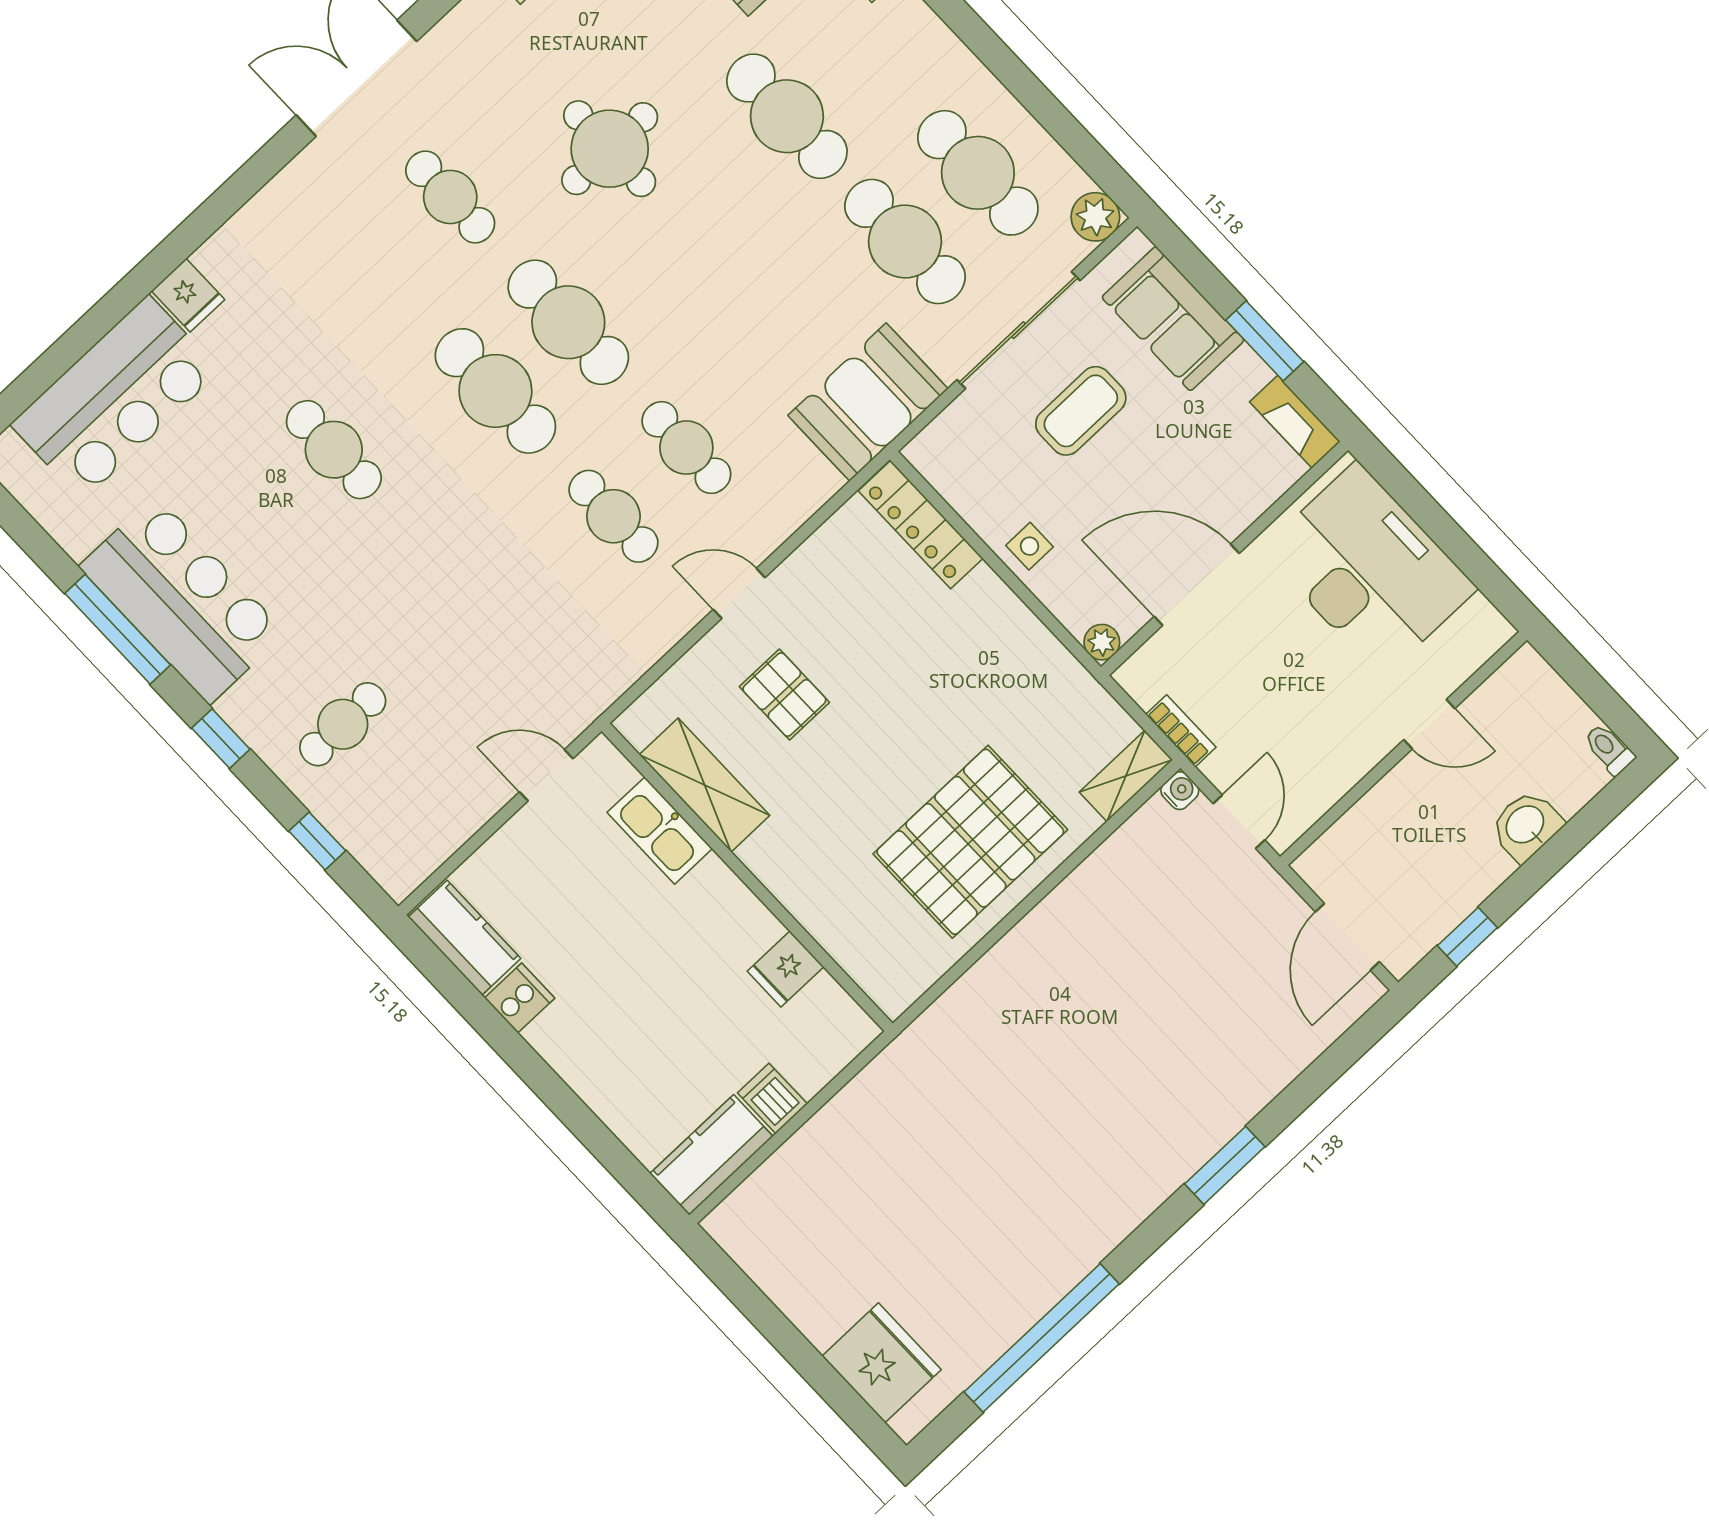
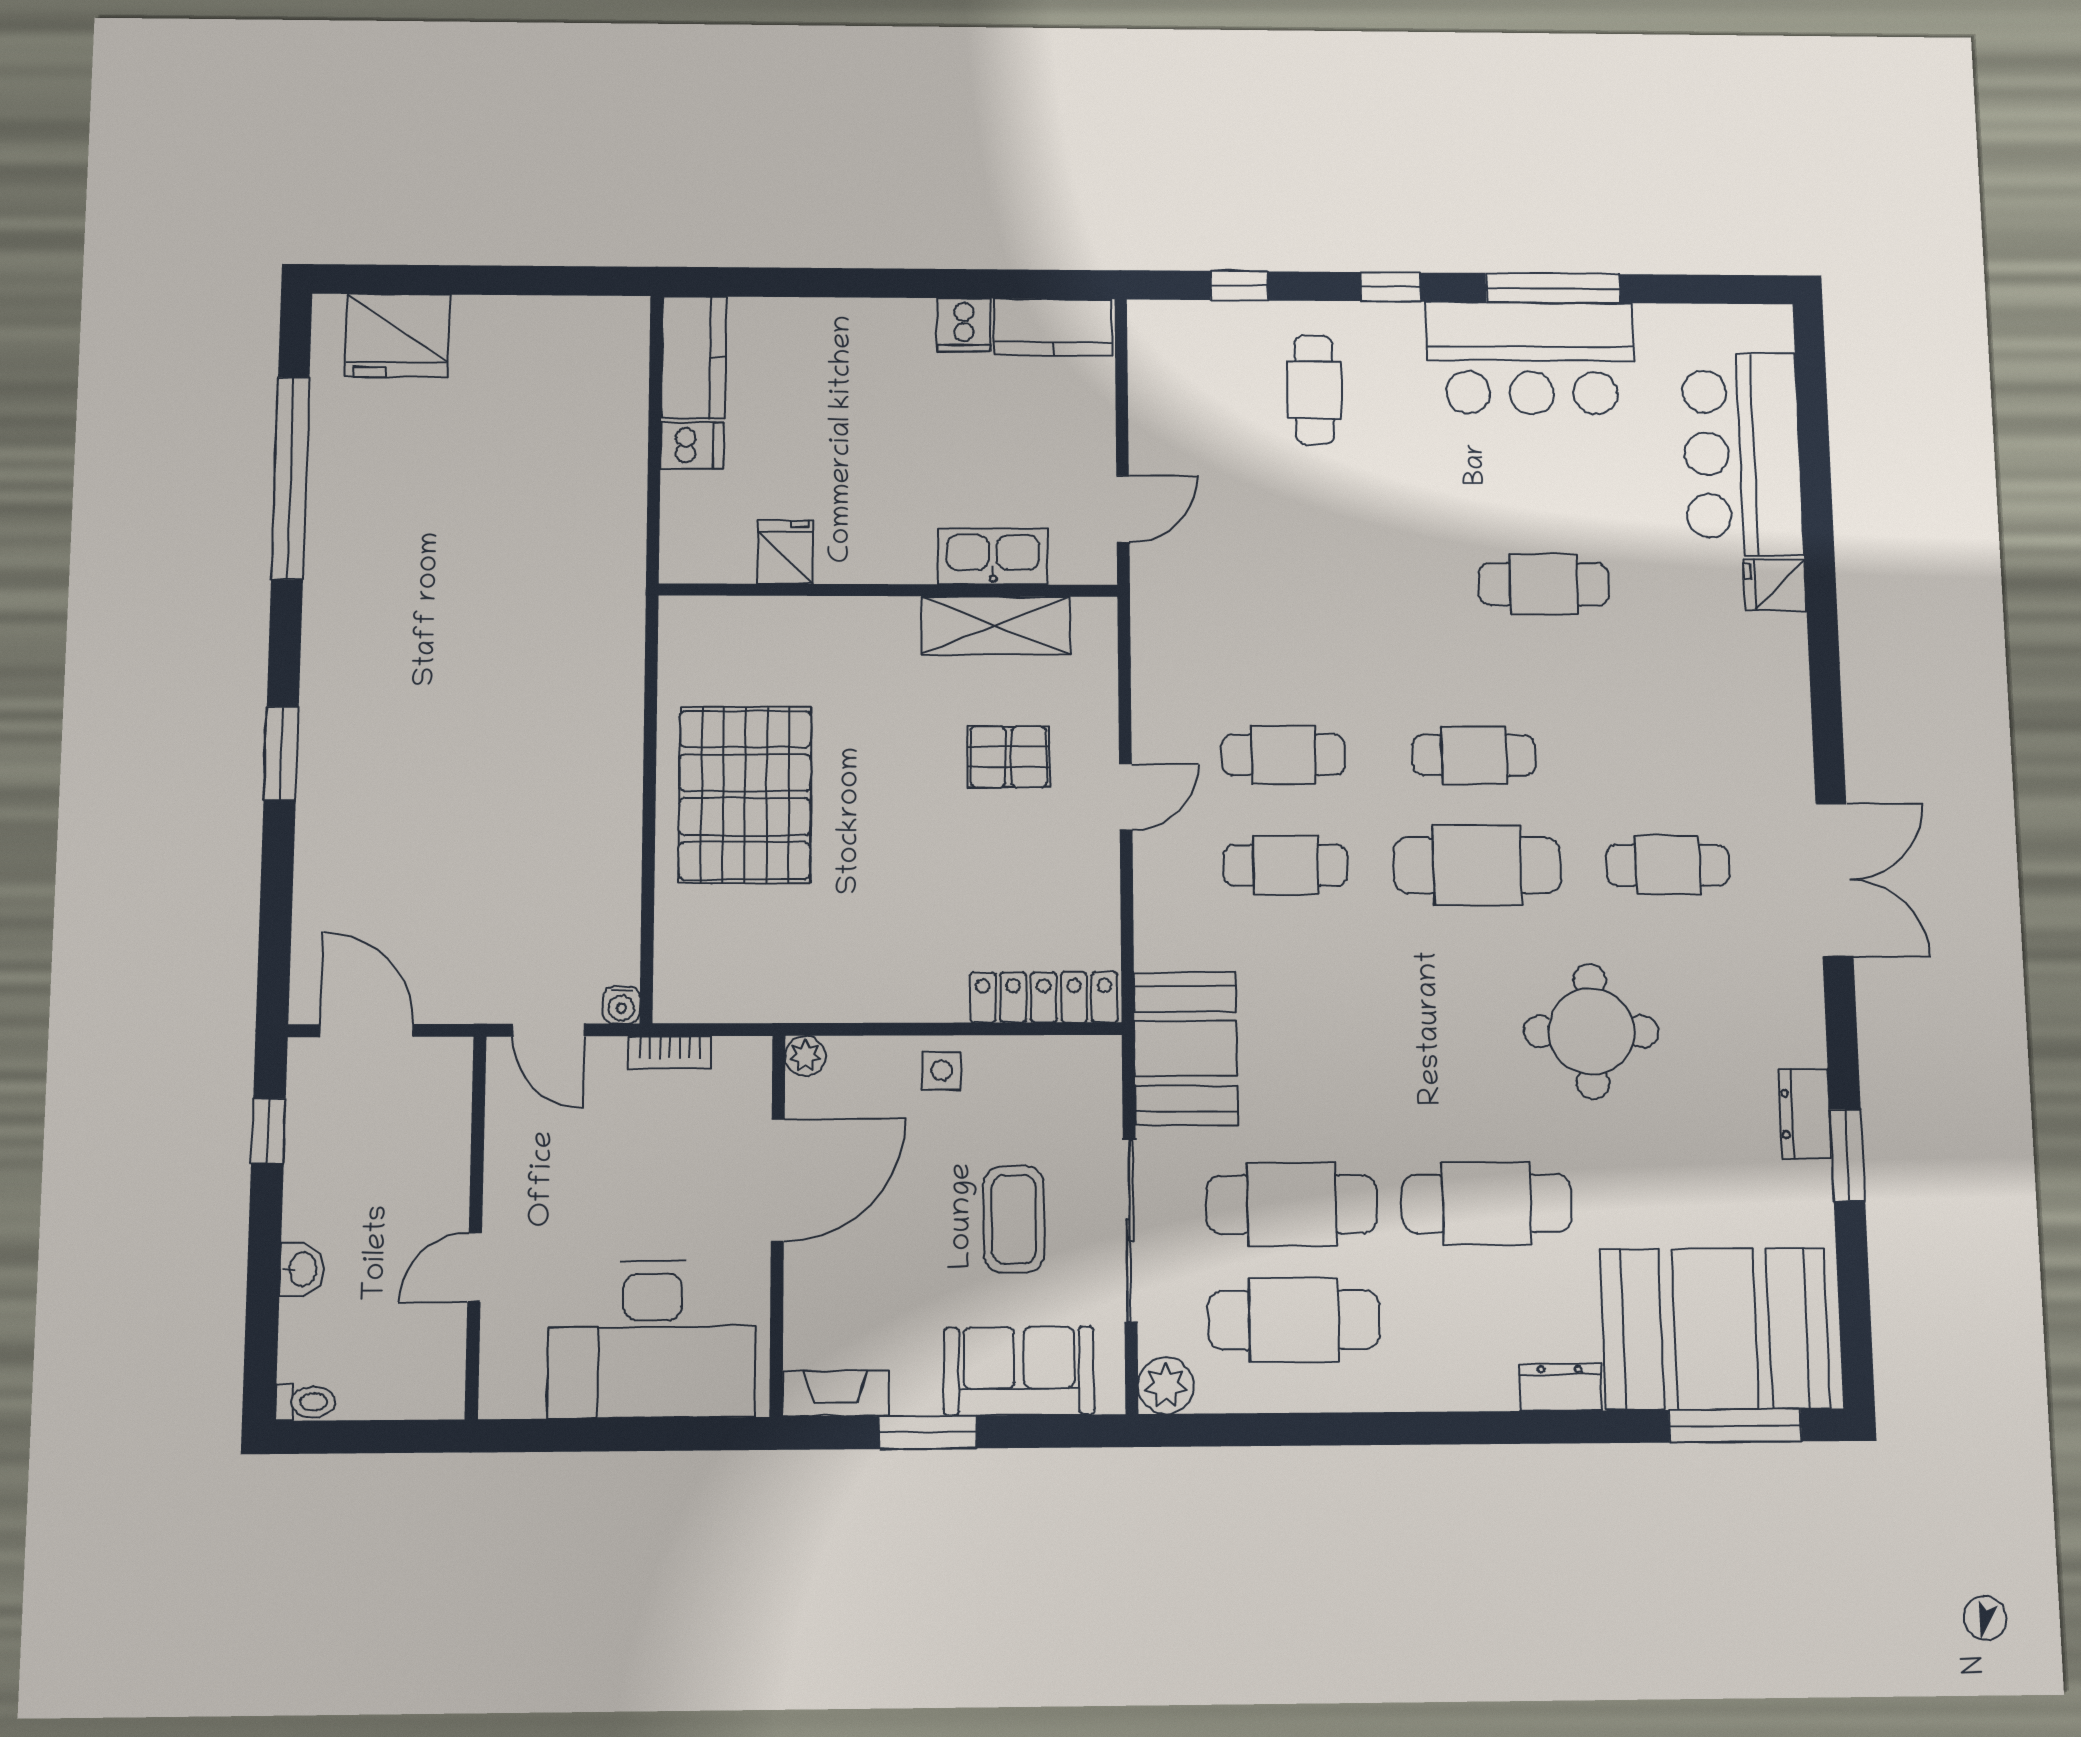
cafe table: (495, 391) -> (1474, 755), width x0.73, depth x0.74
shelving: (1126, 776) -> (676, 972), removed
washbasin: (1526, 826) -> (302, 1269), width x0.72, depth x0.69

